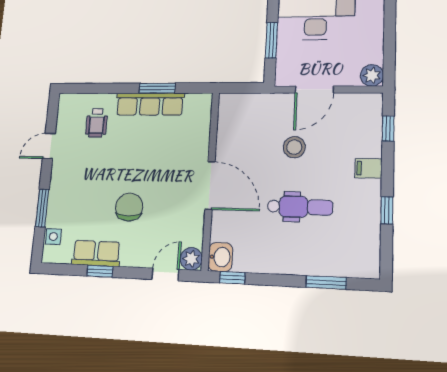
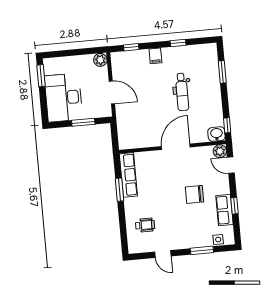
row of seats: (150, 104) -> (128, 175), moved
stool: (294, 147) -> (148, 100), removed
dental chair: (300, 207) -> (182, 92), turned 180

